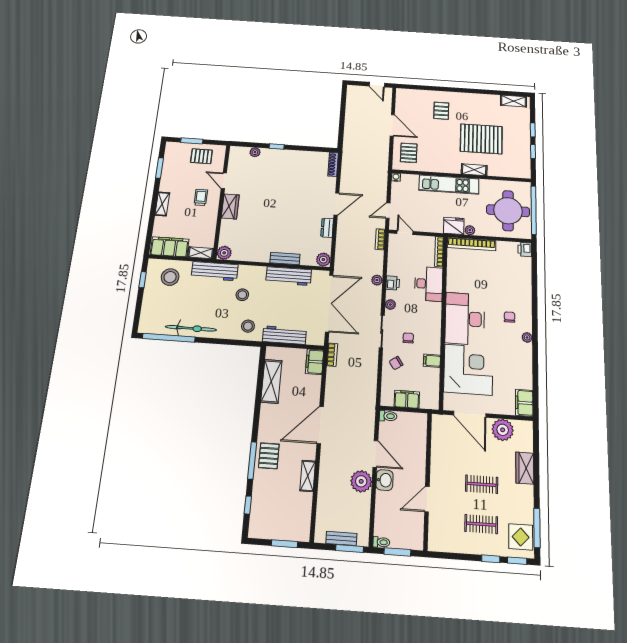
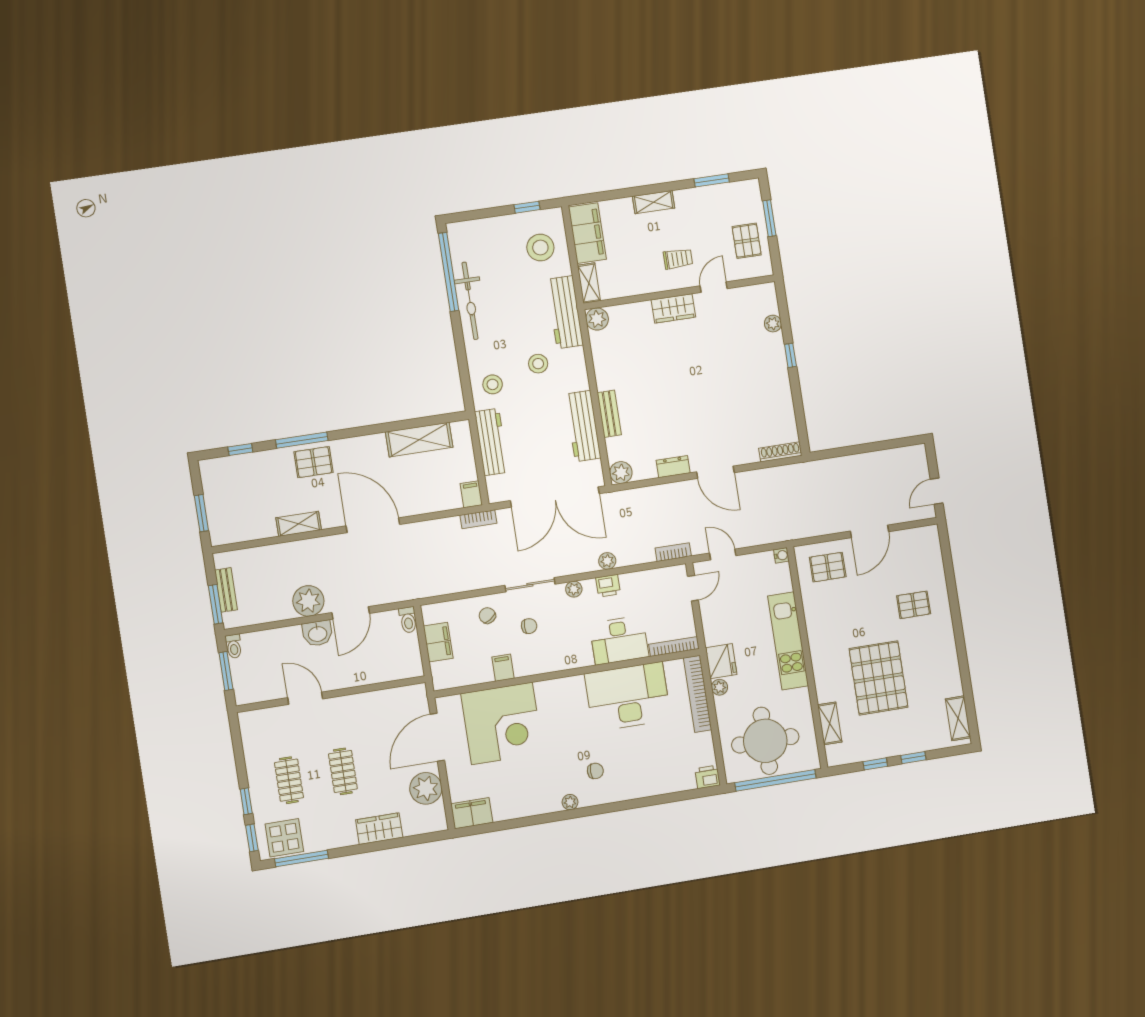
shelving: (474, 170) -> (830, 723), moved
desk: (465, 319) -> (628, 697), moved
filing cabinet: (315, 362) -> (471, 494), width x0.50

